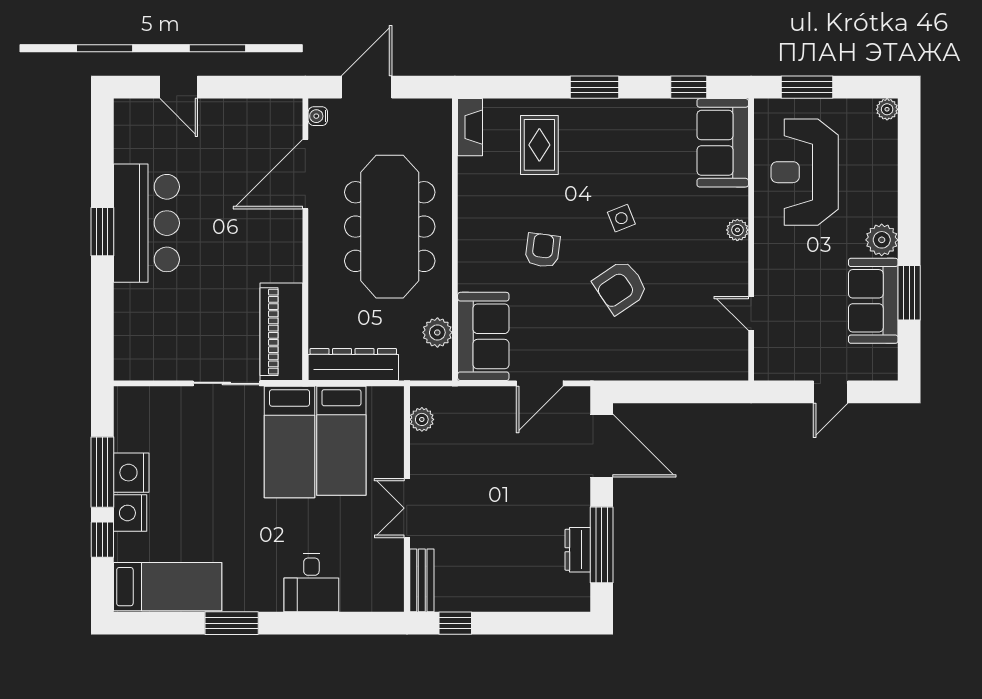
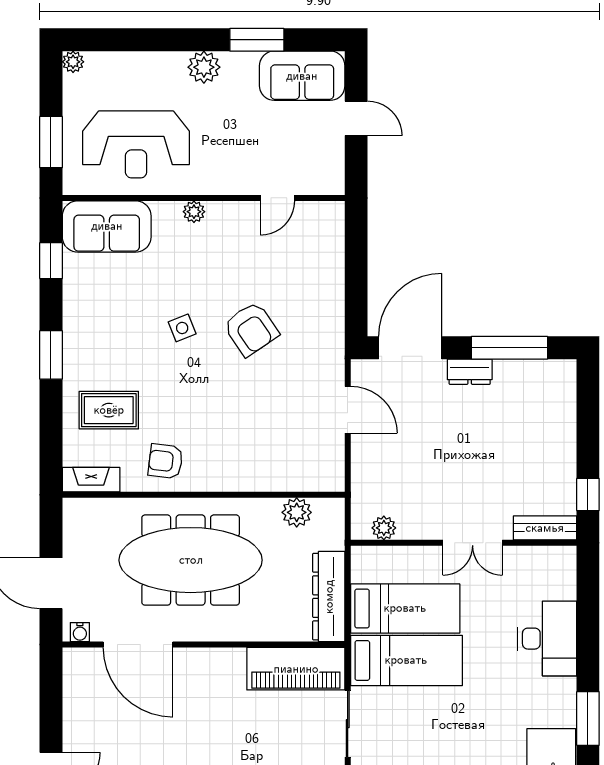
armchair: (543, 250) -> (165, 461), moved
sofa: (873, 301) -> (302, 76), moved
sofa: (483, 336) -> (301, 466), removed
dresser: (578, 550) -> (470, 372), moved
desk: (311, 583) -> (547, 639), width x1.37

